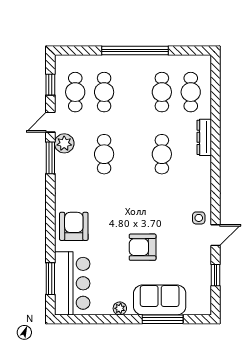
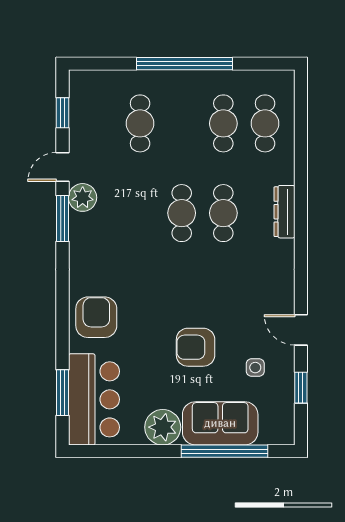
cafe table: (75, 92) -> (98, 123), removed
dresser: (204, 137) -> (285, 212), moved
cafe table: (104, 154) -> (182, 213), moved
side table: (199, 218) -> (255, 368), moved
door: (216, 235) -> (301, 330), swing flipped
plant: (120, 308) -> (163, 427), width x1.87, depth x1.87
window: (163, 319) -> (225, 451), width x1.46

